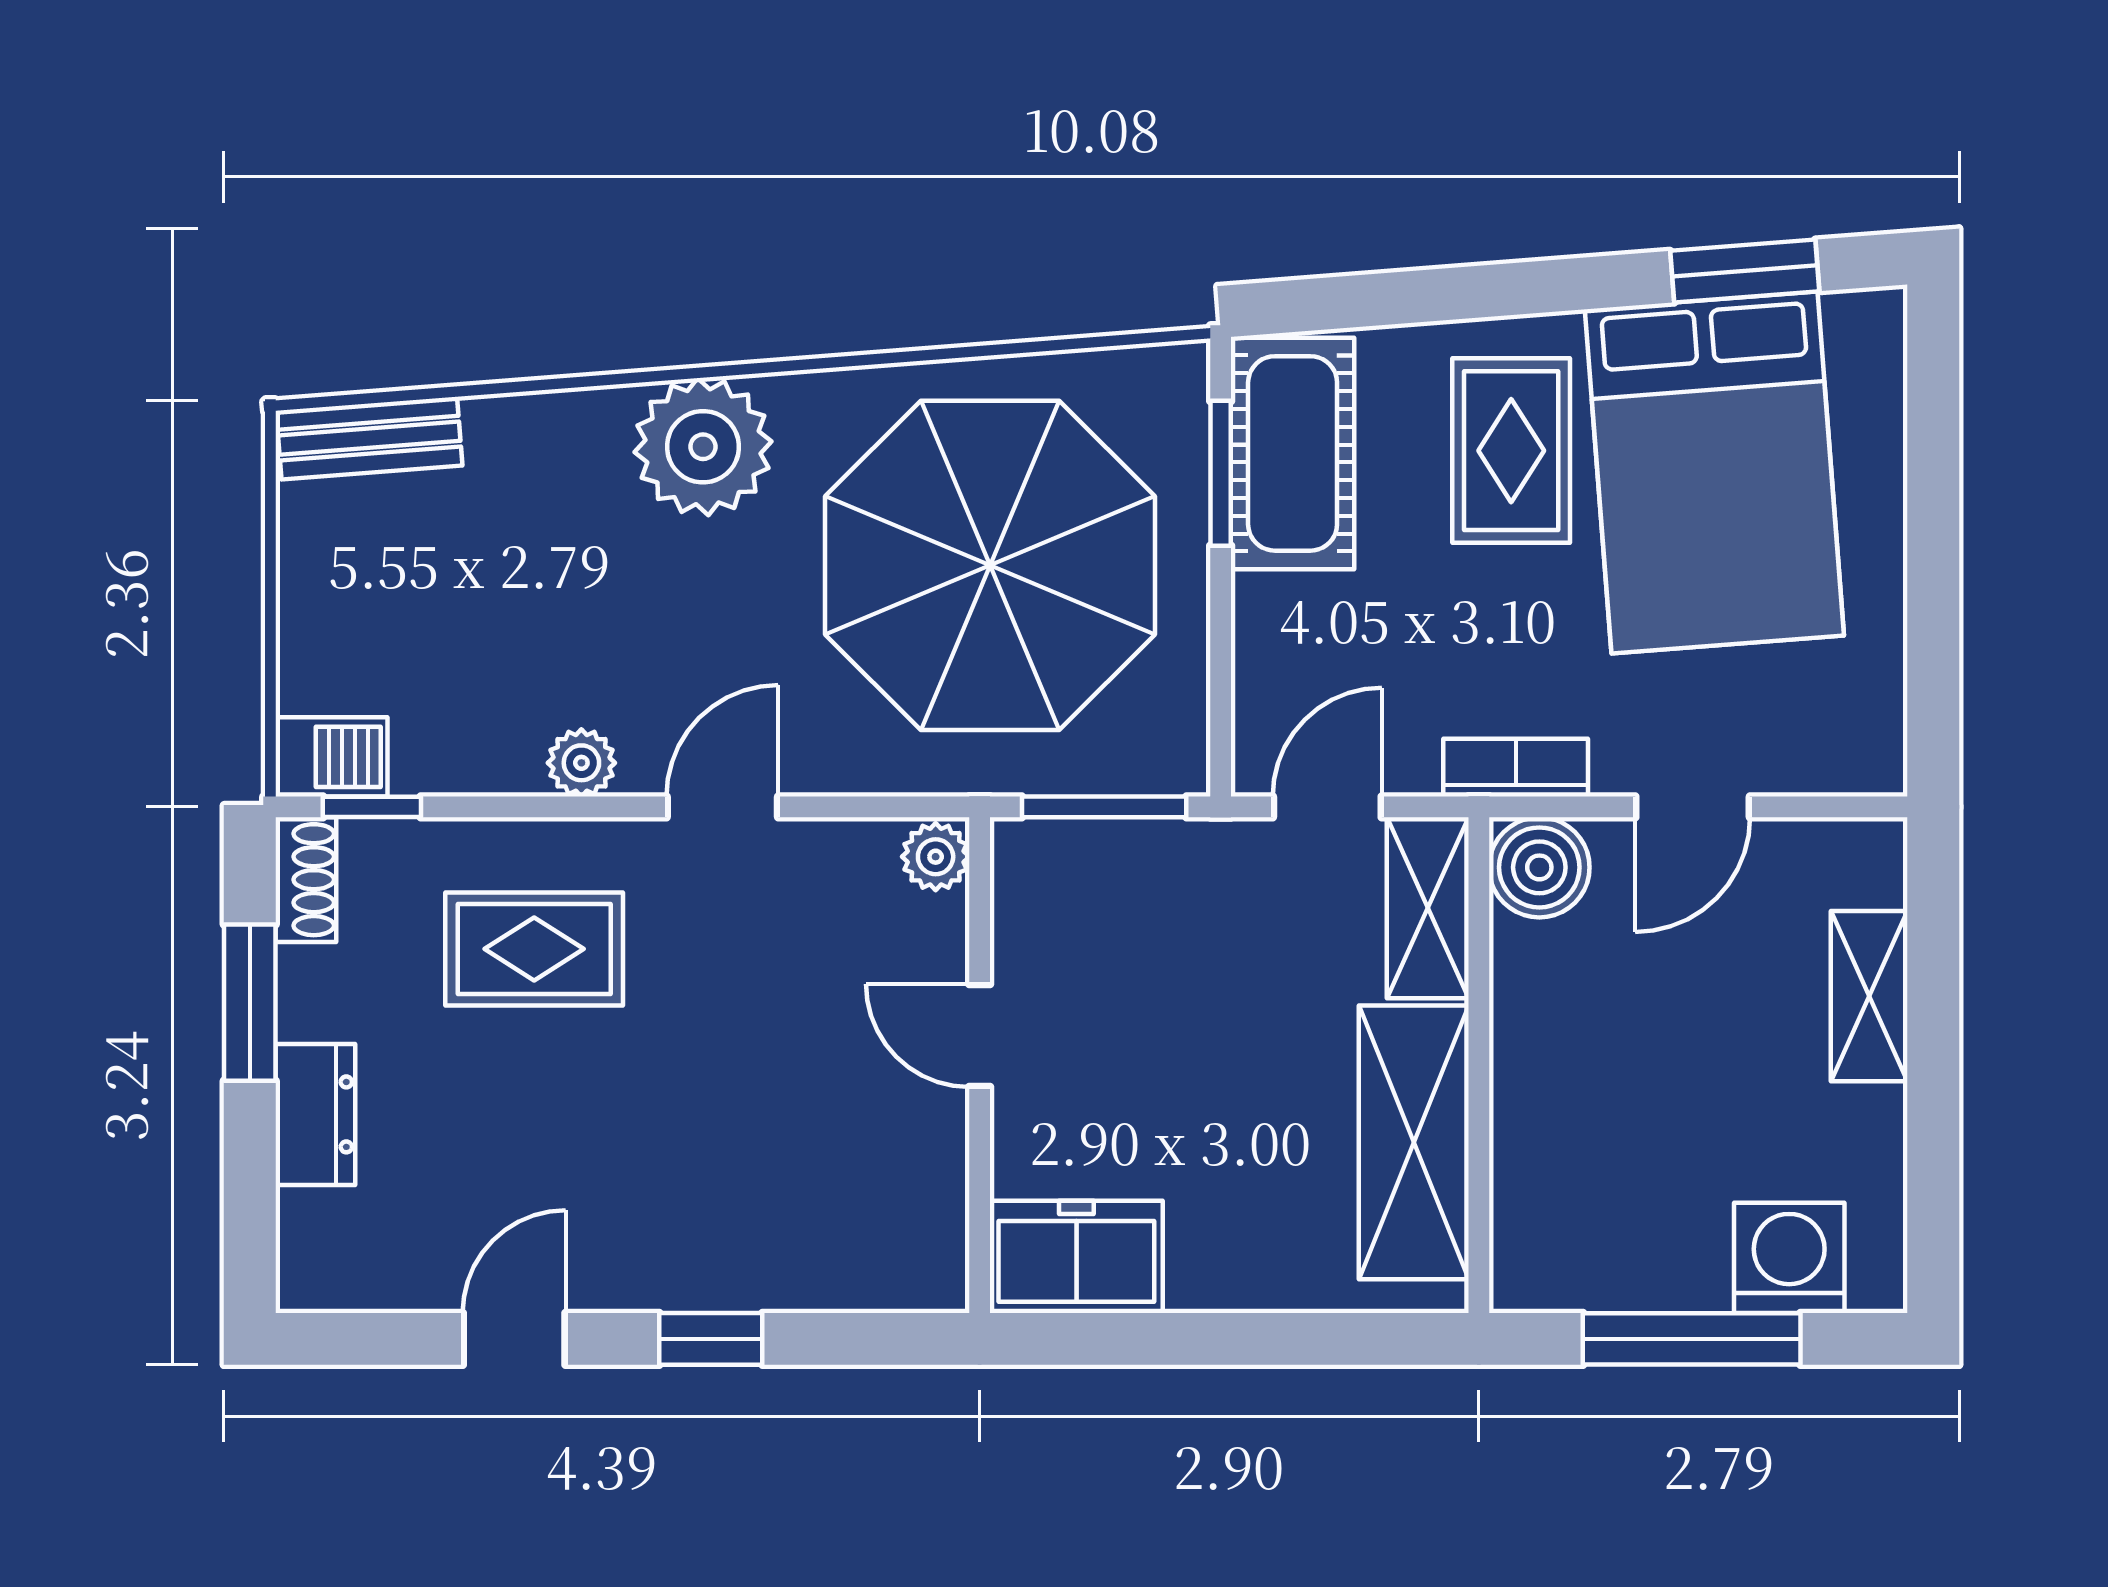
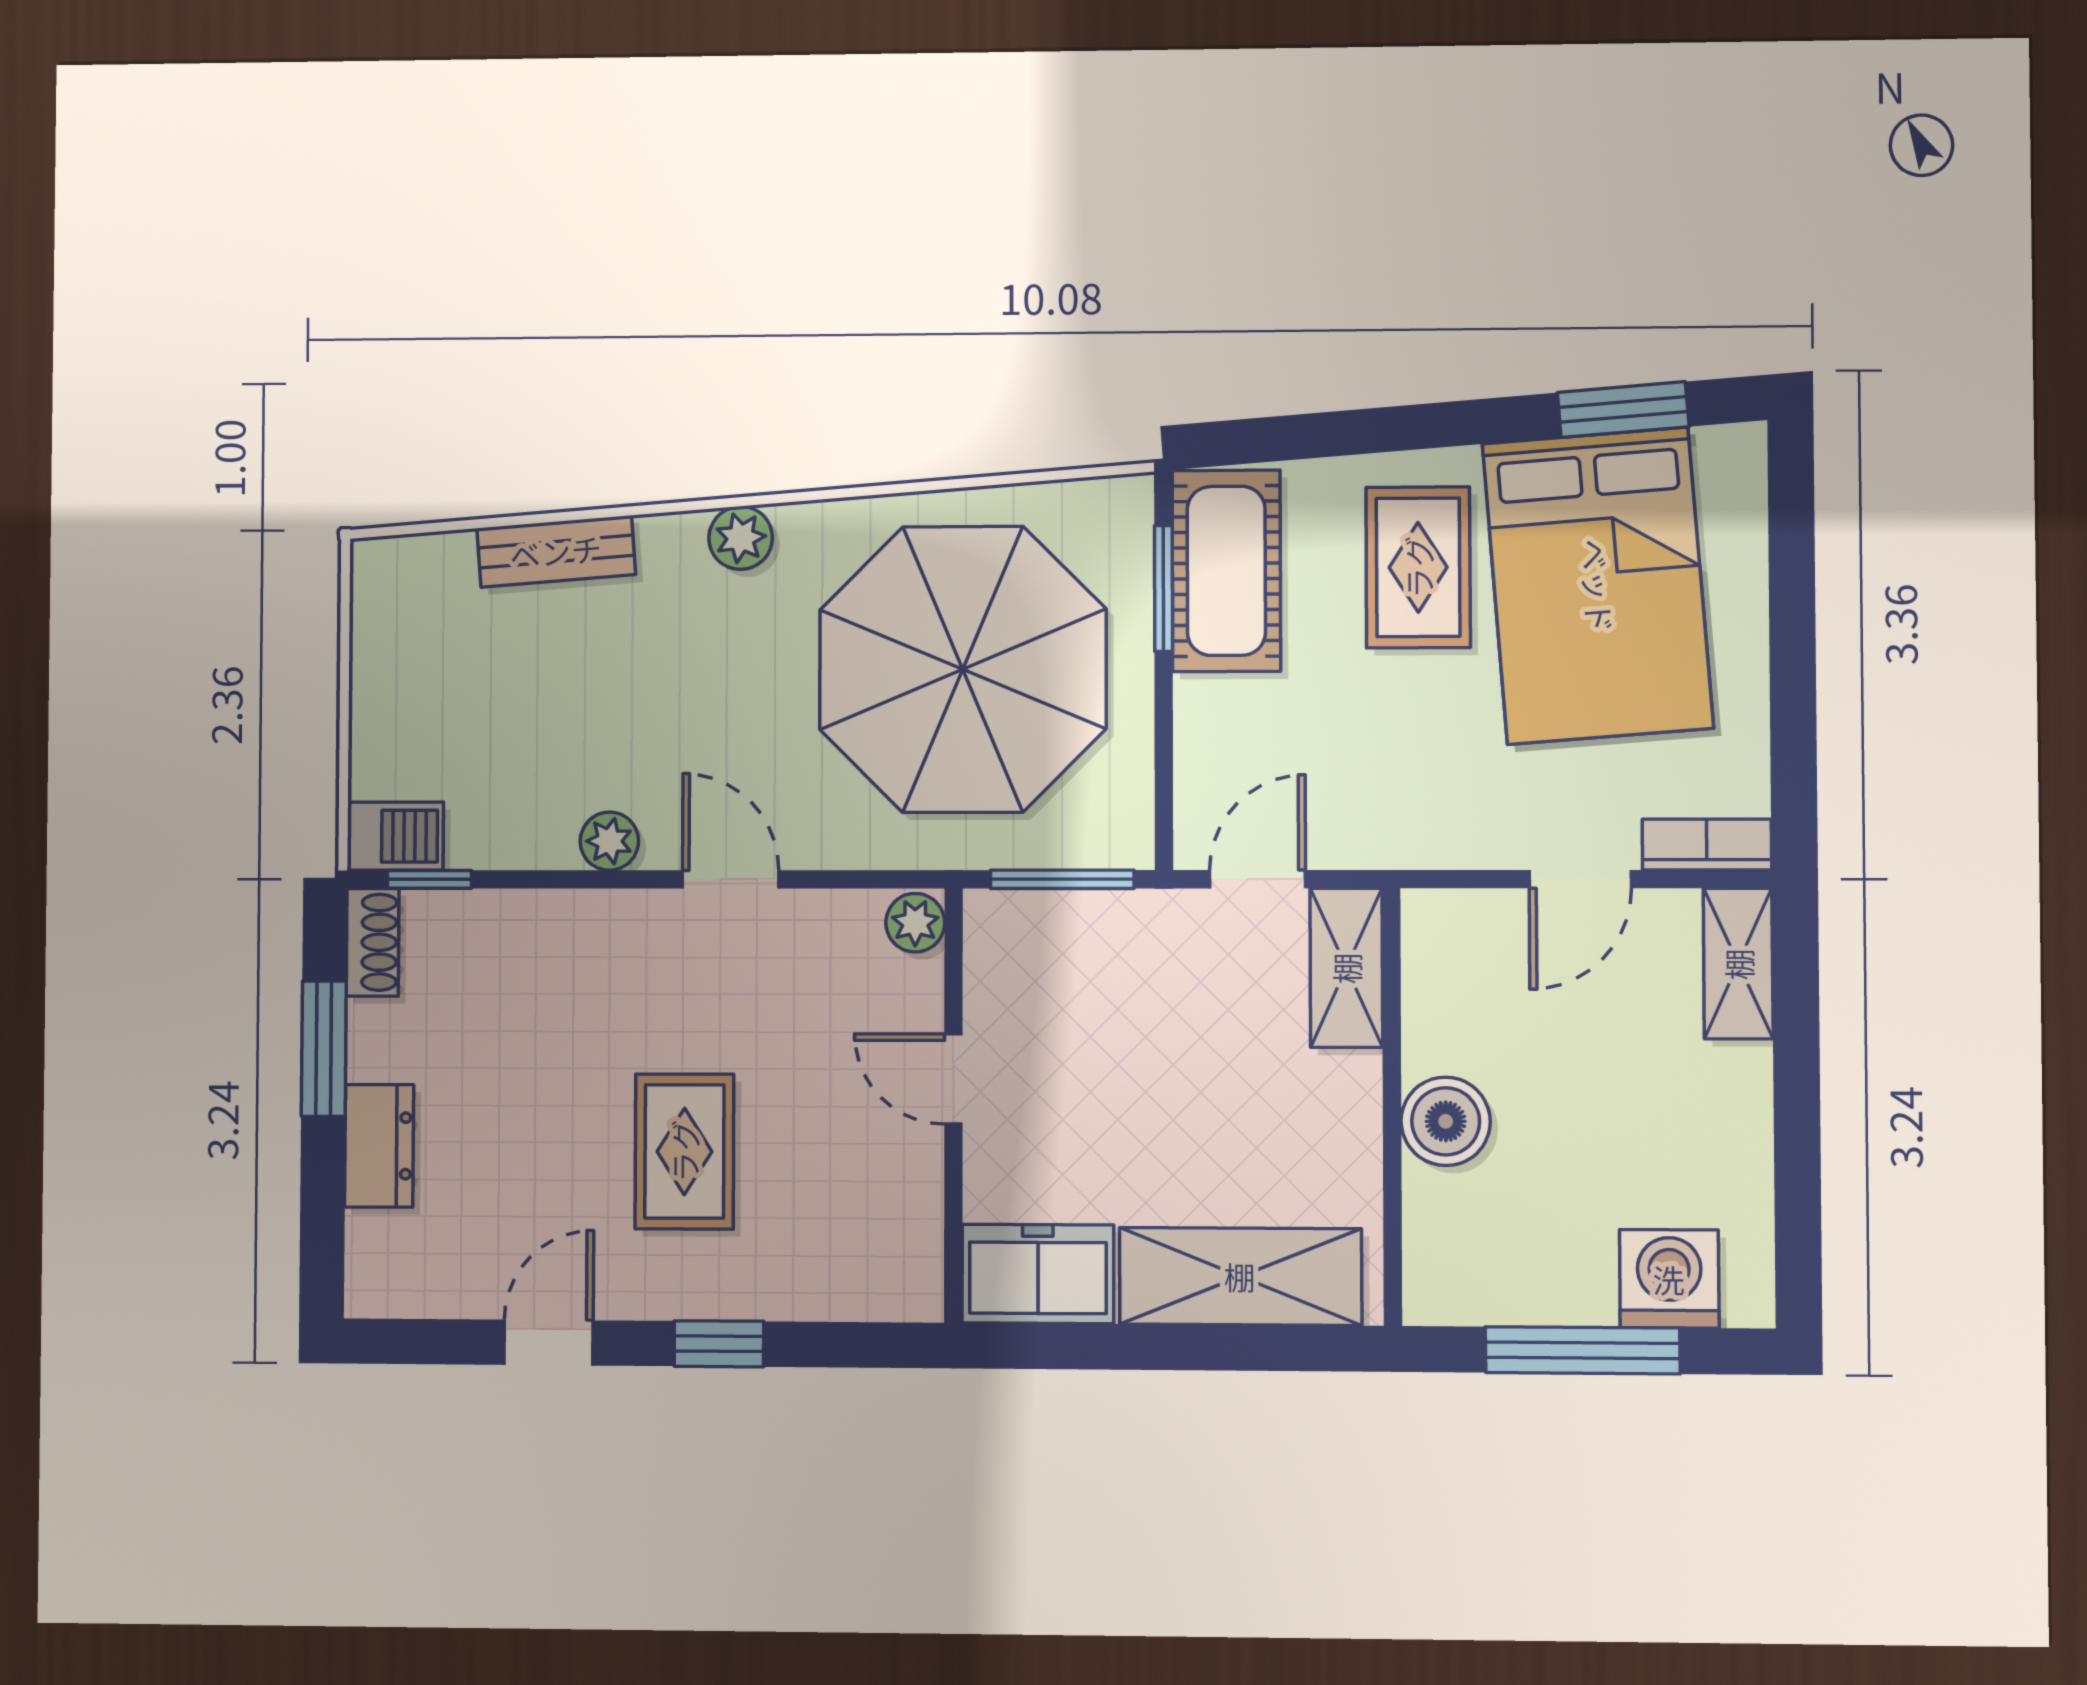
bench: (369, 438) -> (556, 551), moved
plant: (703, 447) -> (741, 538), width x0.53, depth x0.53
bookcase: (1516, 768) -> (1707, 844), moved
door: (722, 807) -> (731, 879), hinge flipped
boiler: (1539, 867) -> (1446, 1121), moved
rug: (534, 949) -> (684, 1151), moved, turned 90
shelving: (1869, 996) -> (1738, 964), moved
shelving: (1414, 1142) -> (1240, 1276), moved, turned 90

